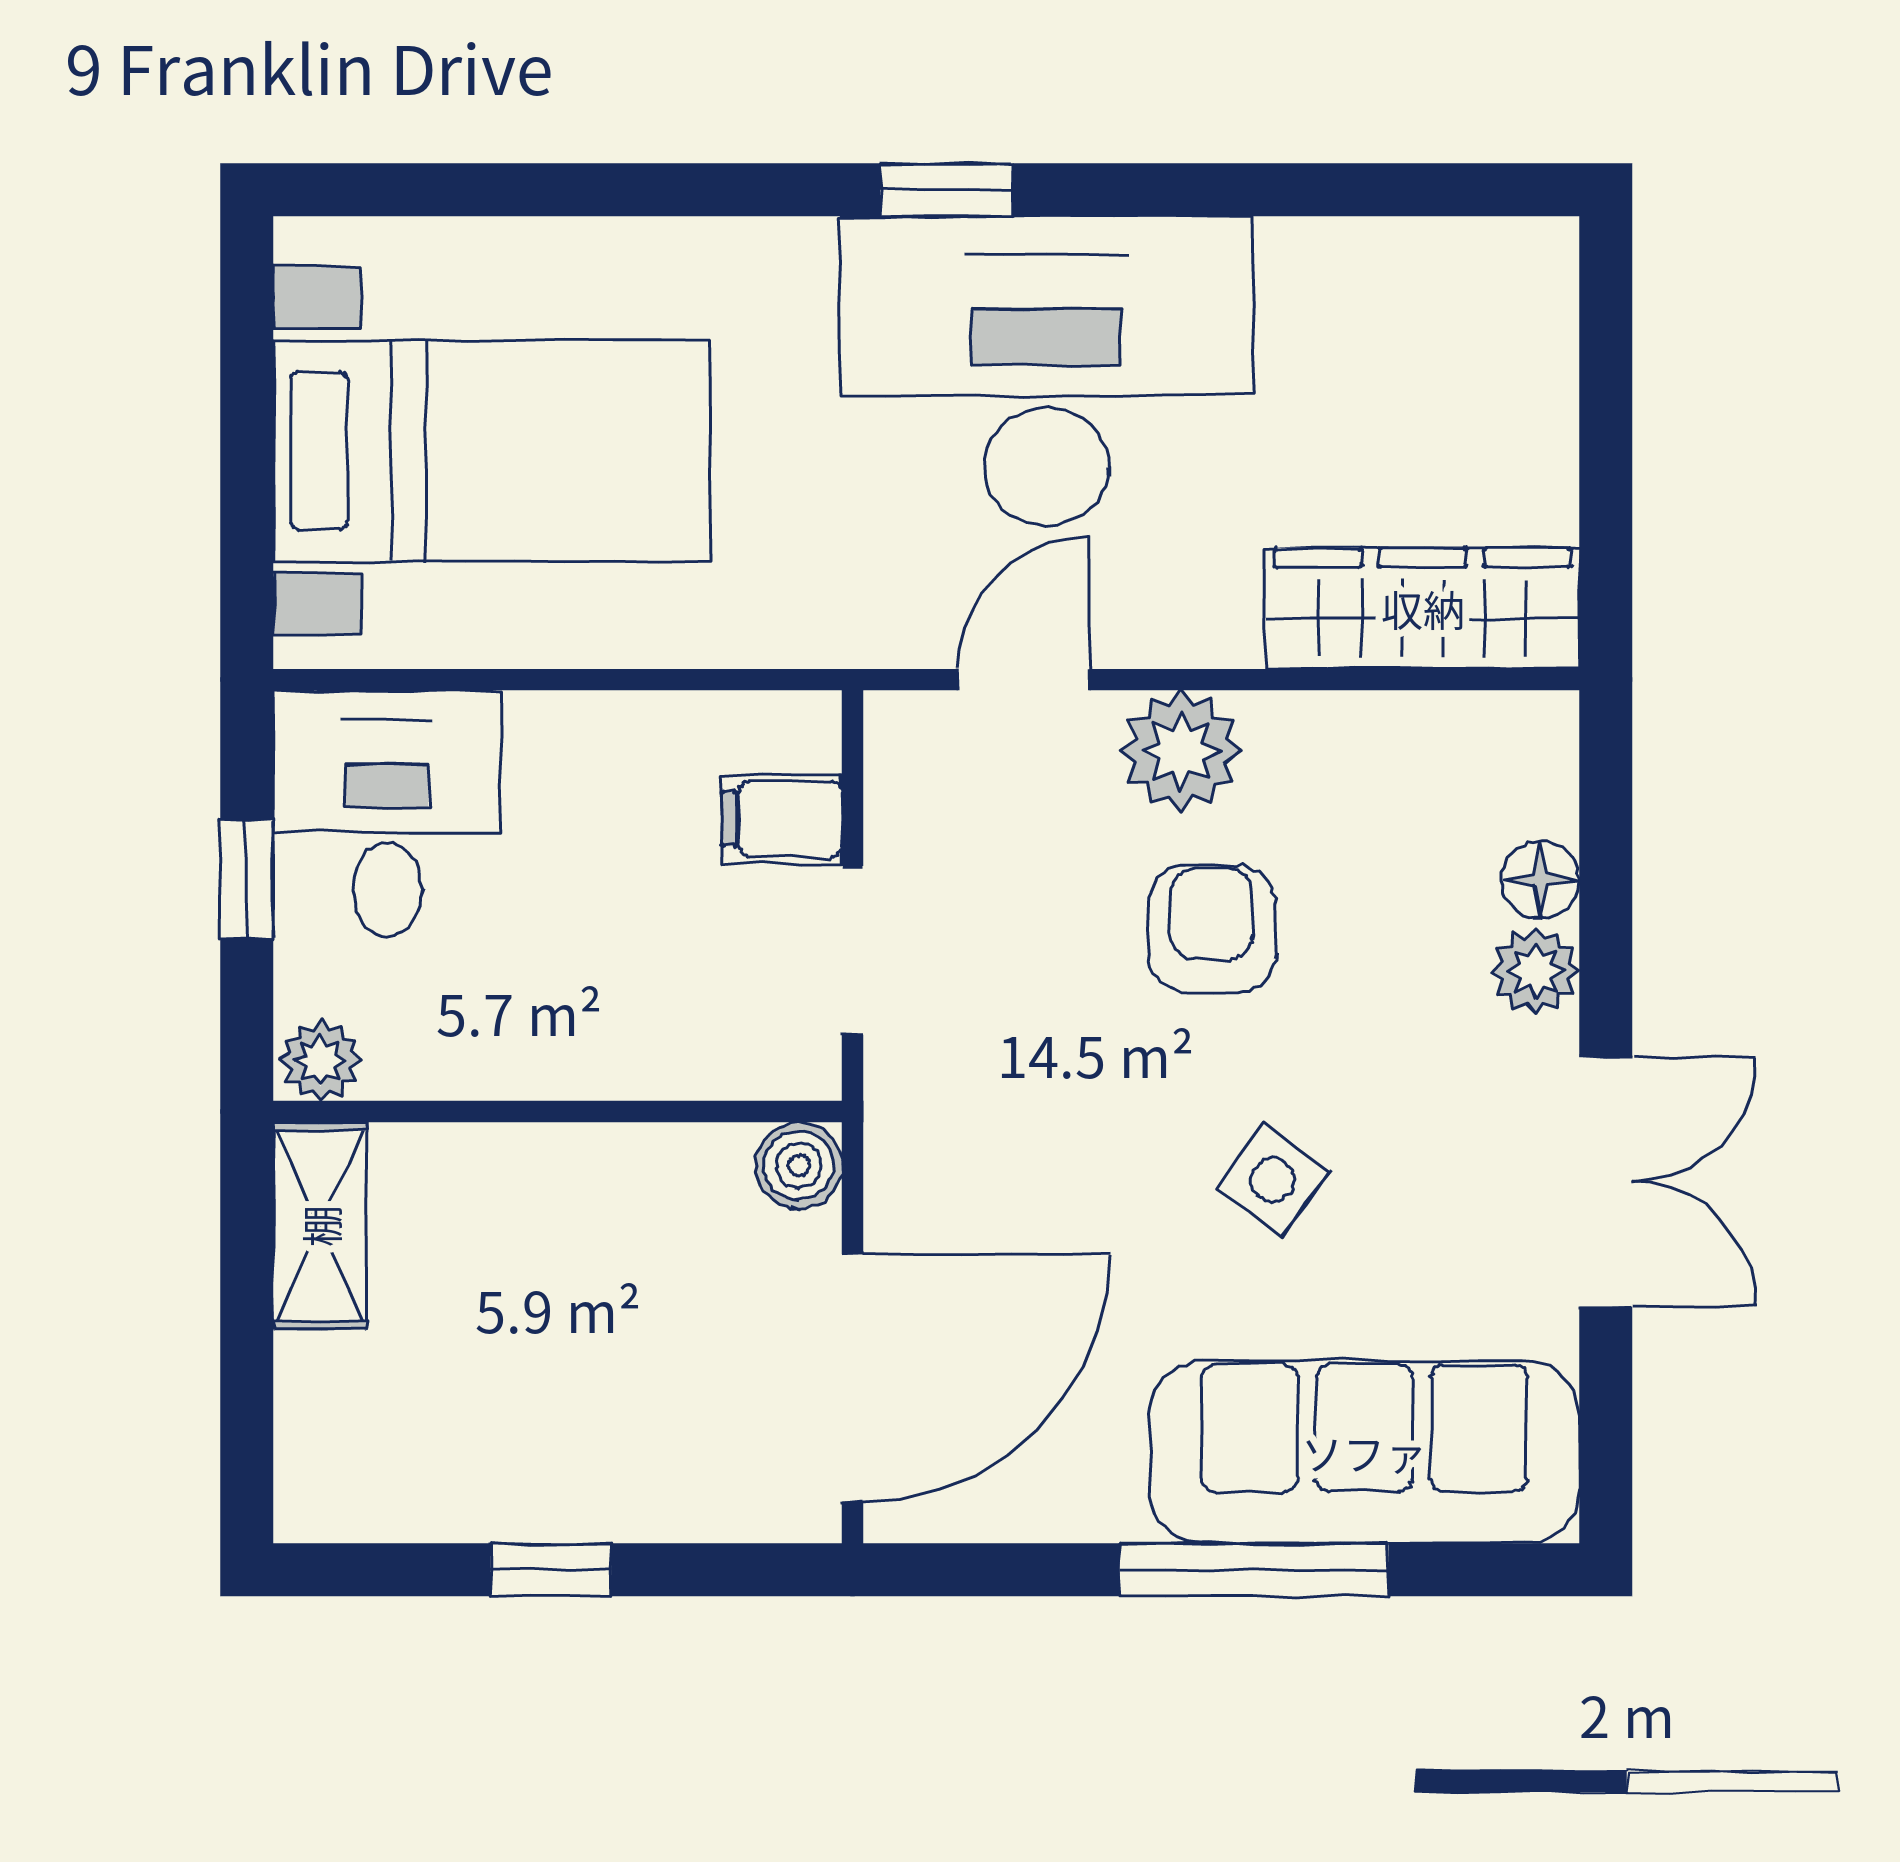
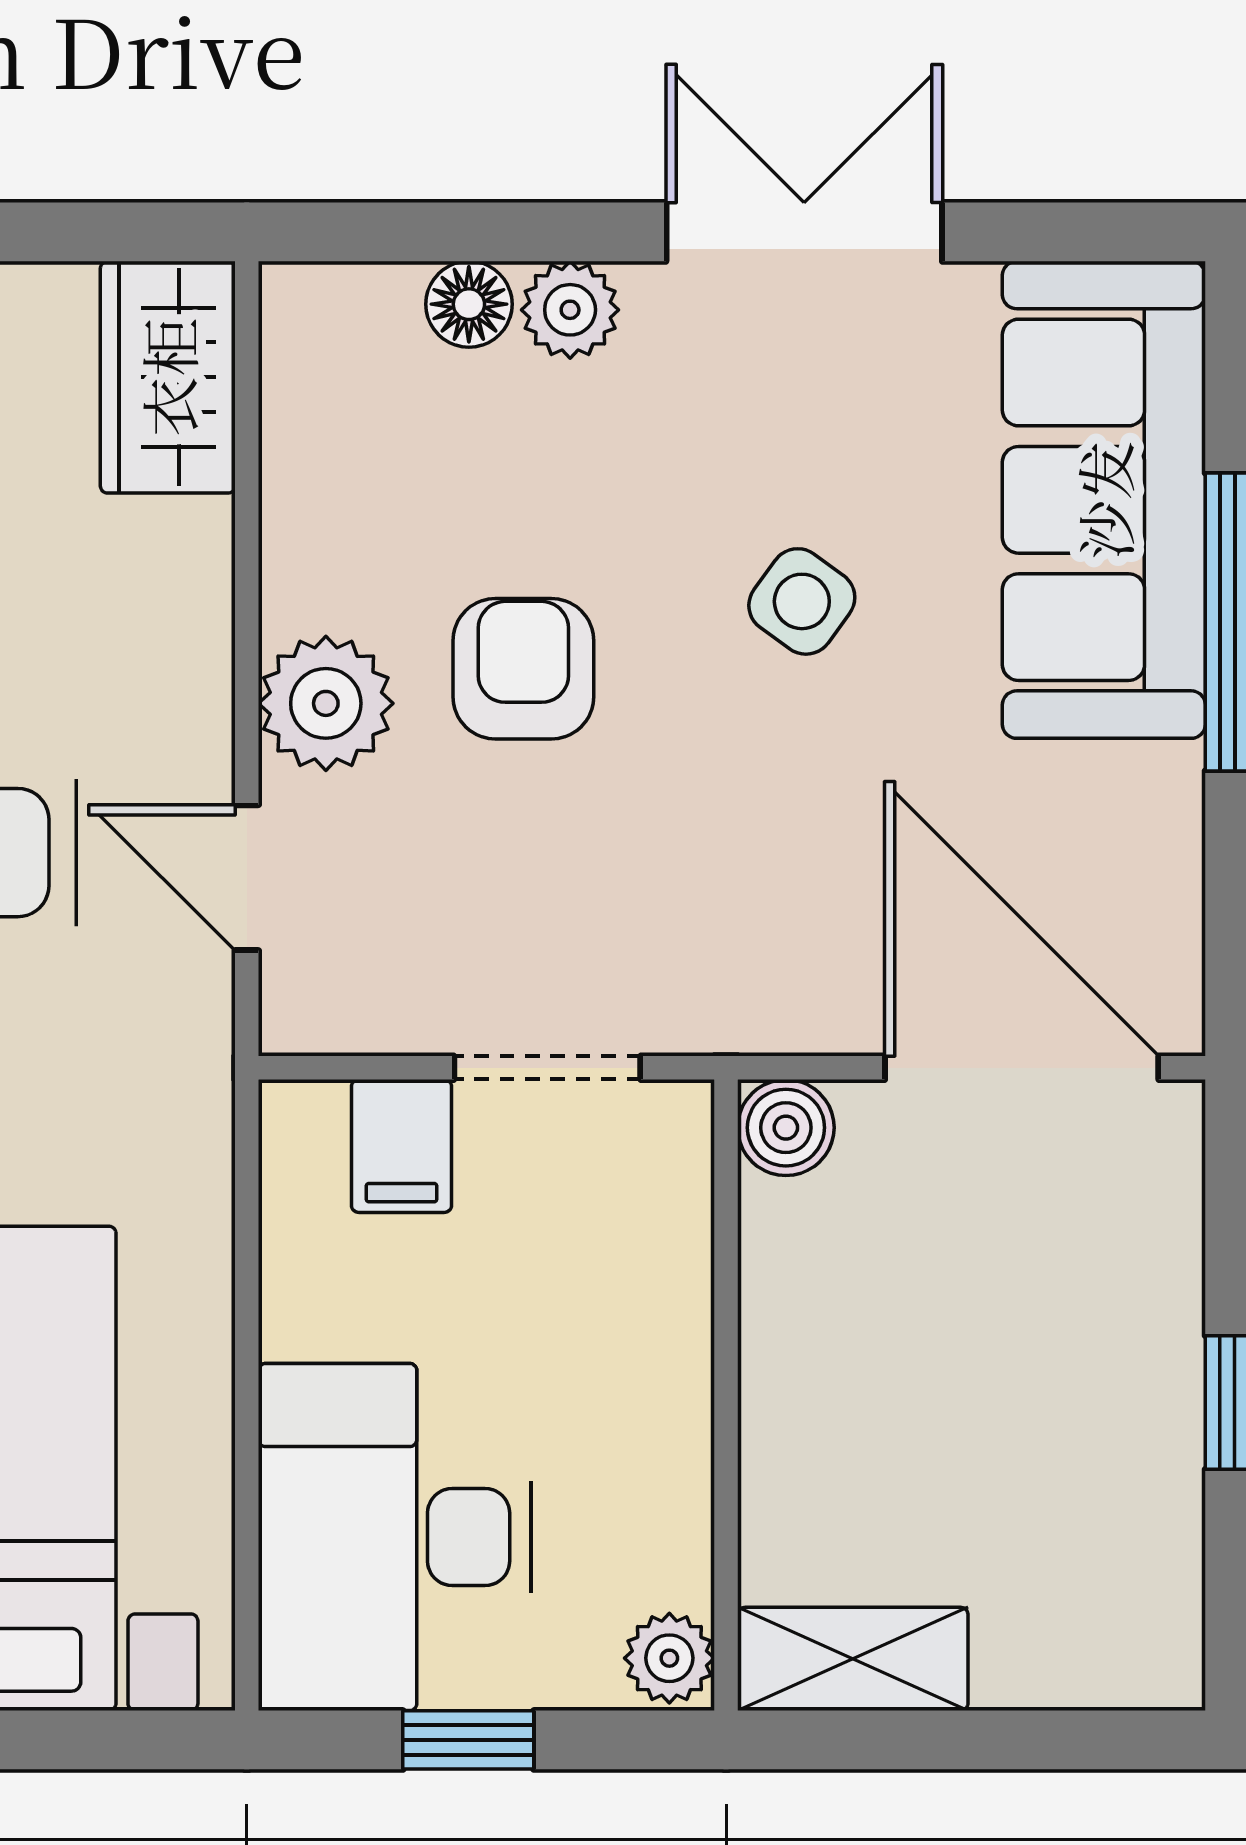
wardrobe: (1423, 608) -> (168, 377), width x0.67
desk: (387, 813) -> (395, 1537), width x1.37
armchair: (1212, 929) -> (523, 669), turned 90

